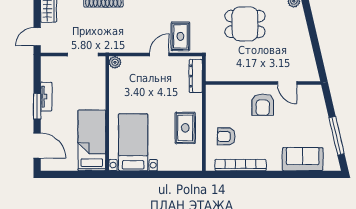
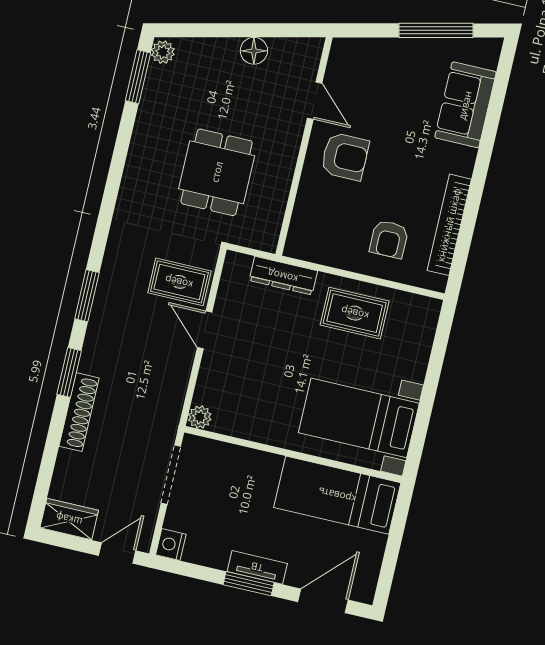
dining table: (245, 24) -> (217, 172), moved
door: (37, 37) -> (117, 553), swing flipped
floor lamp: (305, 47) -> (254, 51), added
nightstand: (48, 63) -> (171, 544), added
dresser: (196, 76) -> (283, 276), moved
door: (287, 83) -> (315, 101), hinge flipped
tv unit: (46, 97) -> (257, 567), moved

